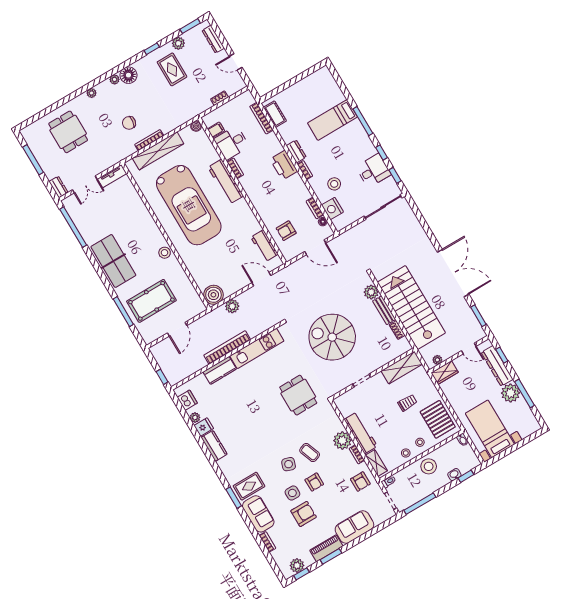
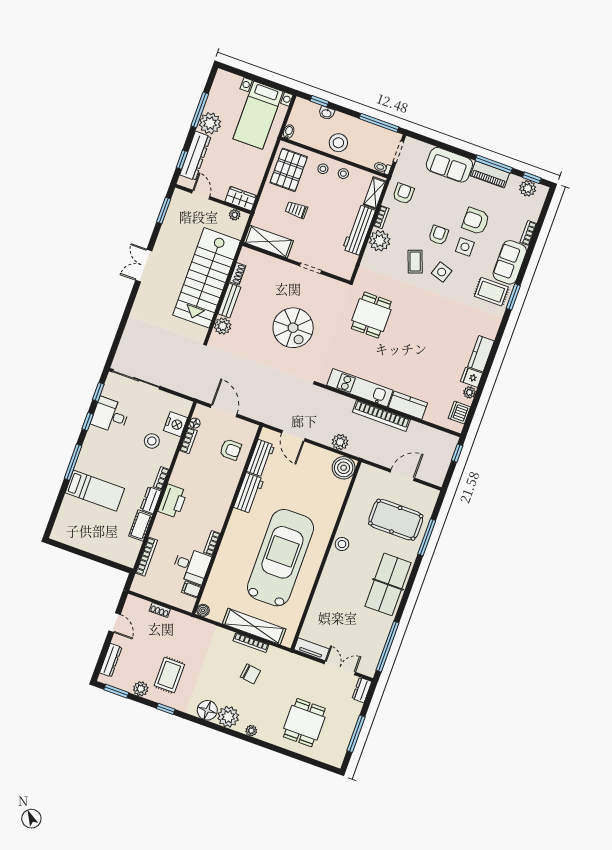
plant: (114, 79) -> (228, 717), width x1.88, depth x1.88
cot: (275, 114) -> (141, 526), moved
workbench: (226, 182) -> (249, 493), moved, width x0.73
double door: (453, 273) -> (144, 266), width x0.54
spiral stairs: (332, 337) -> (293, 328), width x0.73, depth x0.73
window: (331, 556) -> (494, 164), width x1.44

